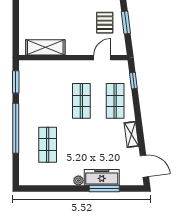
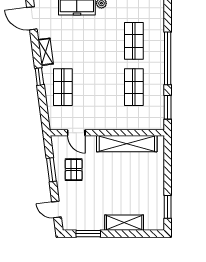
shelving: (45, 47) -> (127, 144), width x1.47
door: (102, 58) -> (76, 133), hinge flipped
window: (133, 81) -> (39, 77), moved
shop shelf: (81, 101) -> (134, 87), moved

